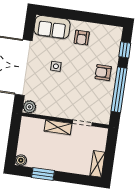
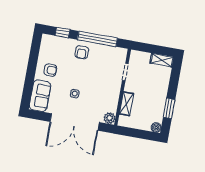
shelving: (58, 127) -> (127, 104), moved

